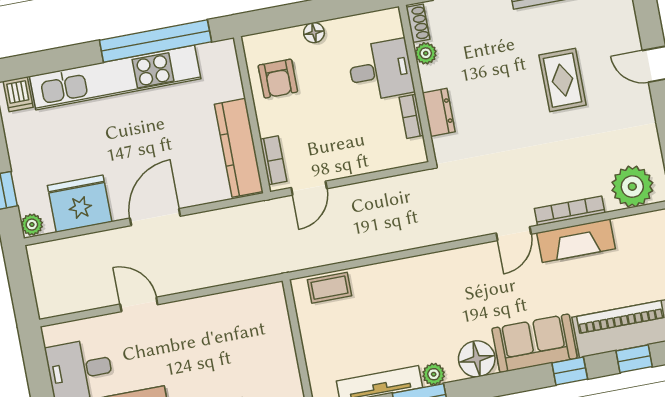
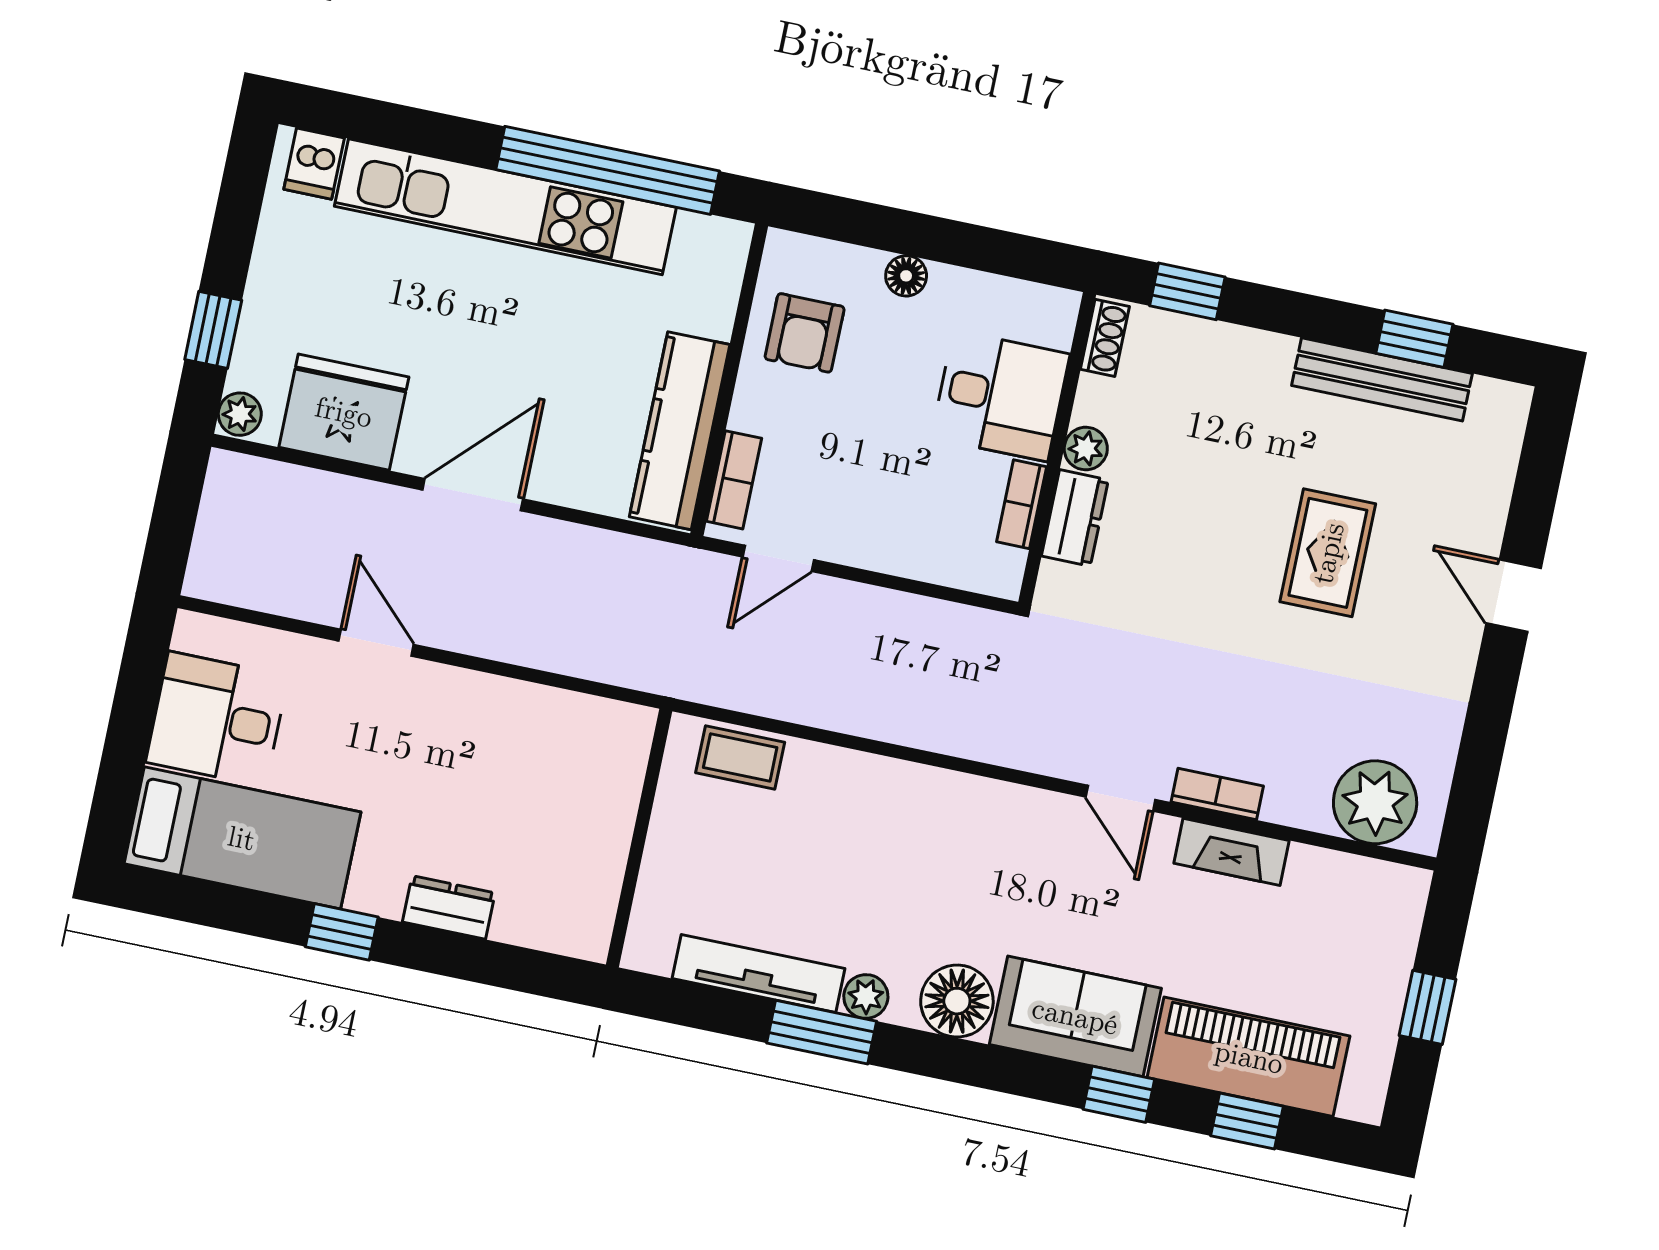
plant: (426, 53) -> (1086, 449), moved
bookcase: (570, 211) -> (1217, 794), width x0.64
door: (514, 234) -> (1120, 798), hinge flipped
fireplace: (576, 241) -> (1232, 852), width x0.73, depth x0.76

